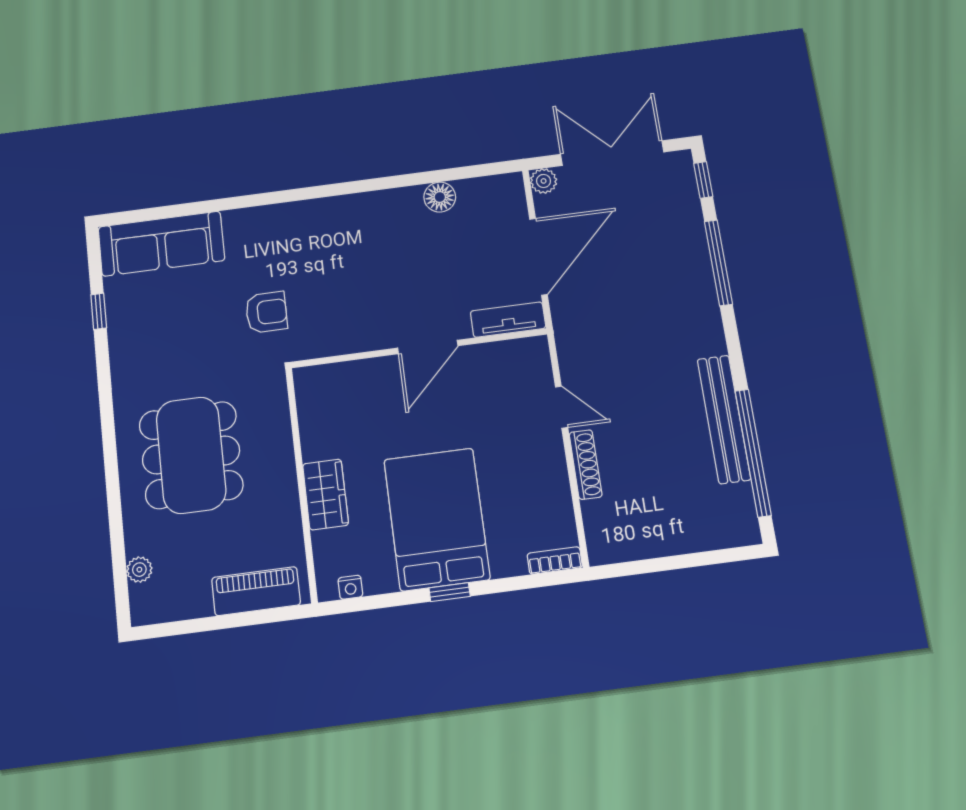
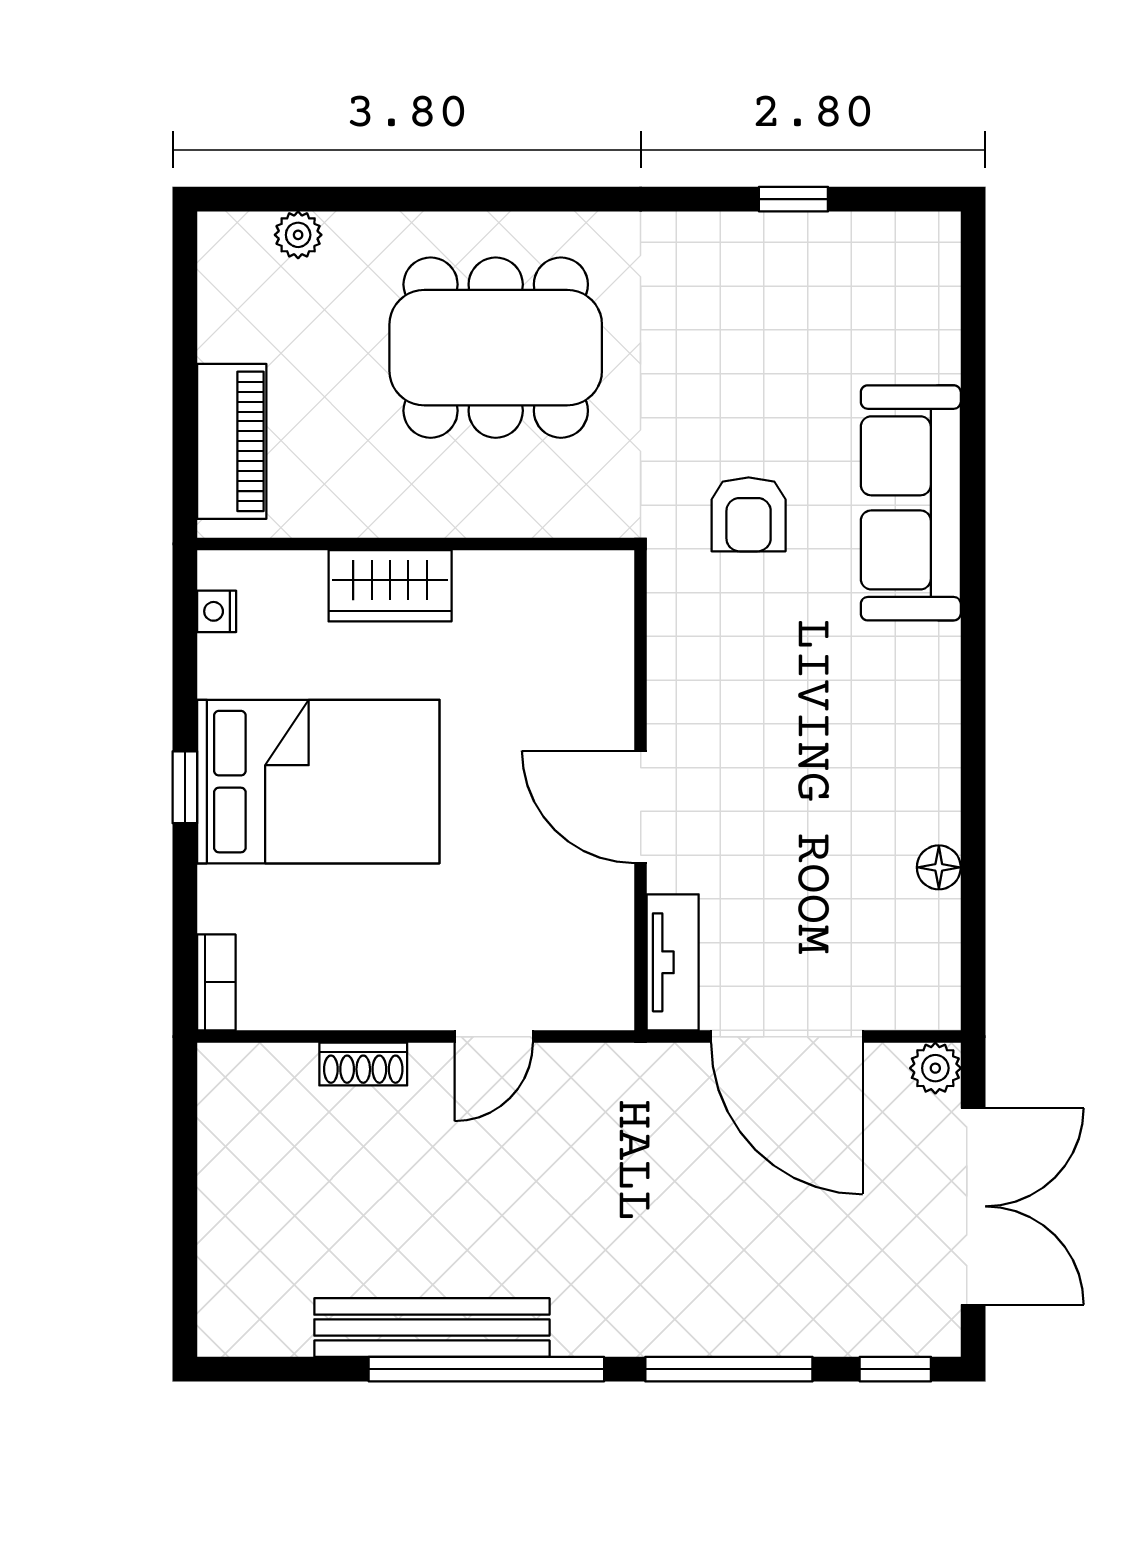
floor lamp: (440, 197) -> (939, 867), width x0.73, depth x0.73
sofa: (161, 244) -> (911, 503), moved
window: (753, 453) -> (486, 1369), moved
shoe rack: (586, 465) -> (363, 1064), width x0.70

